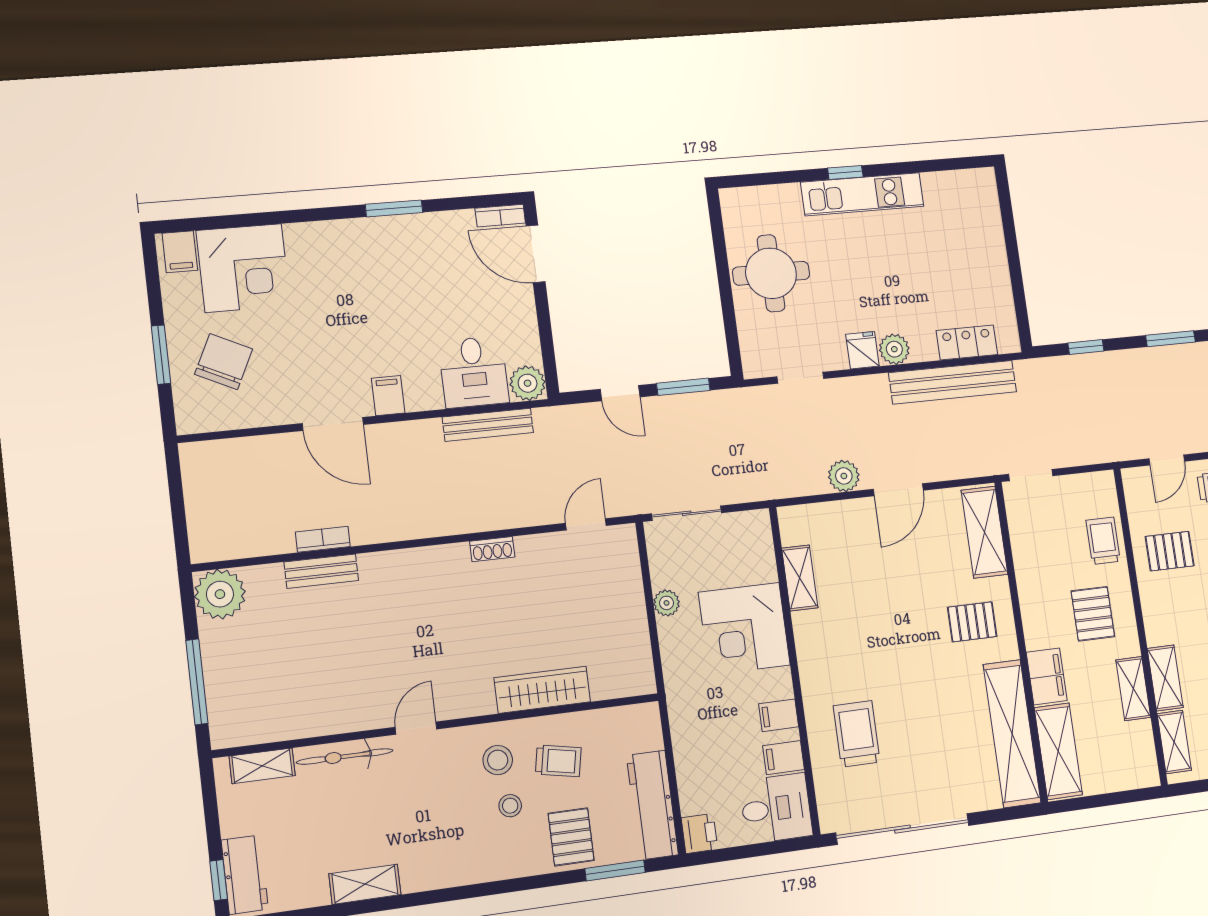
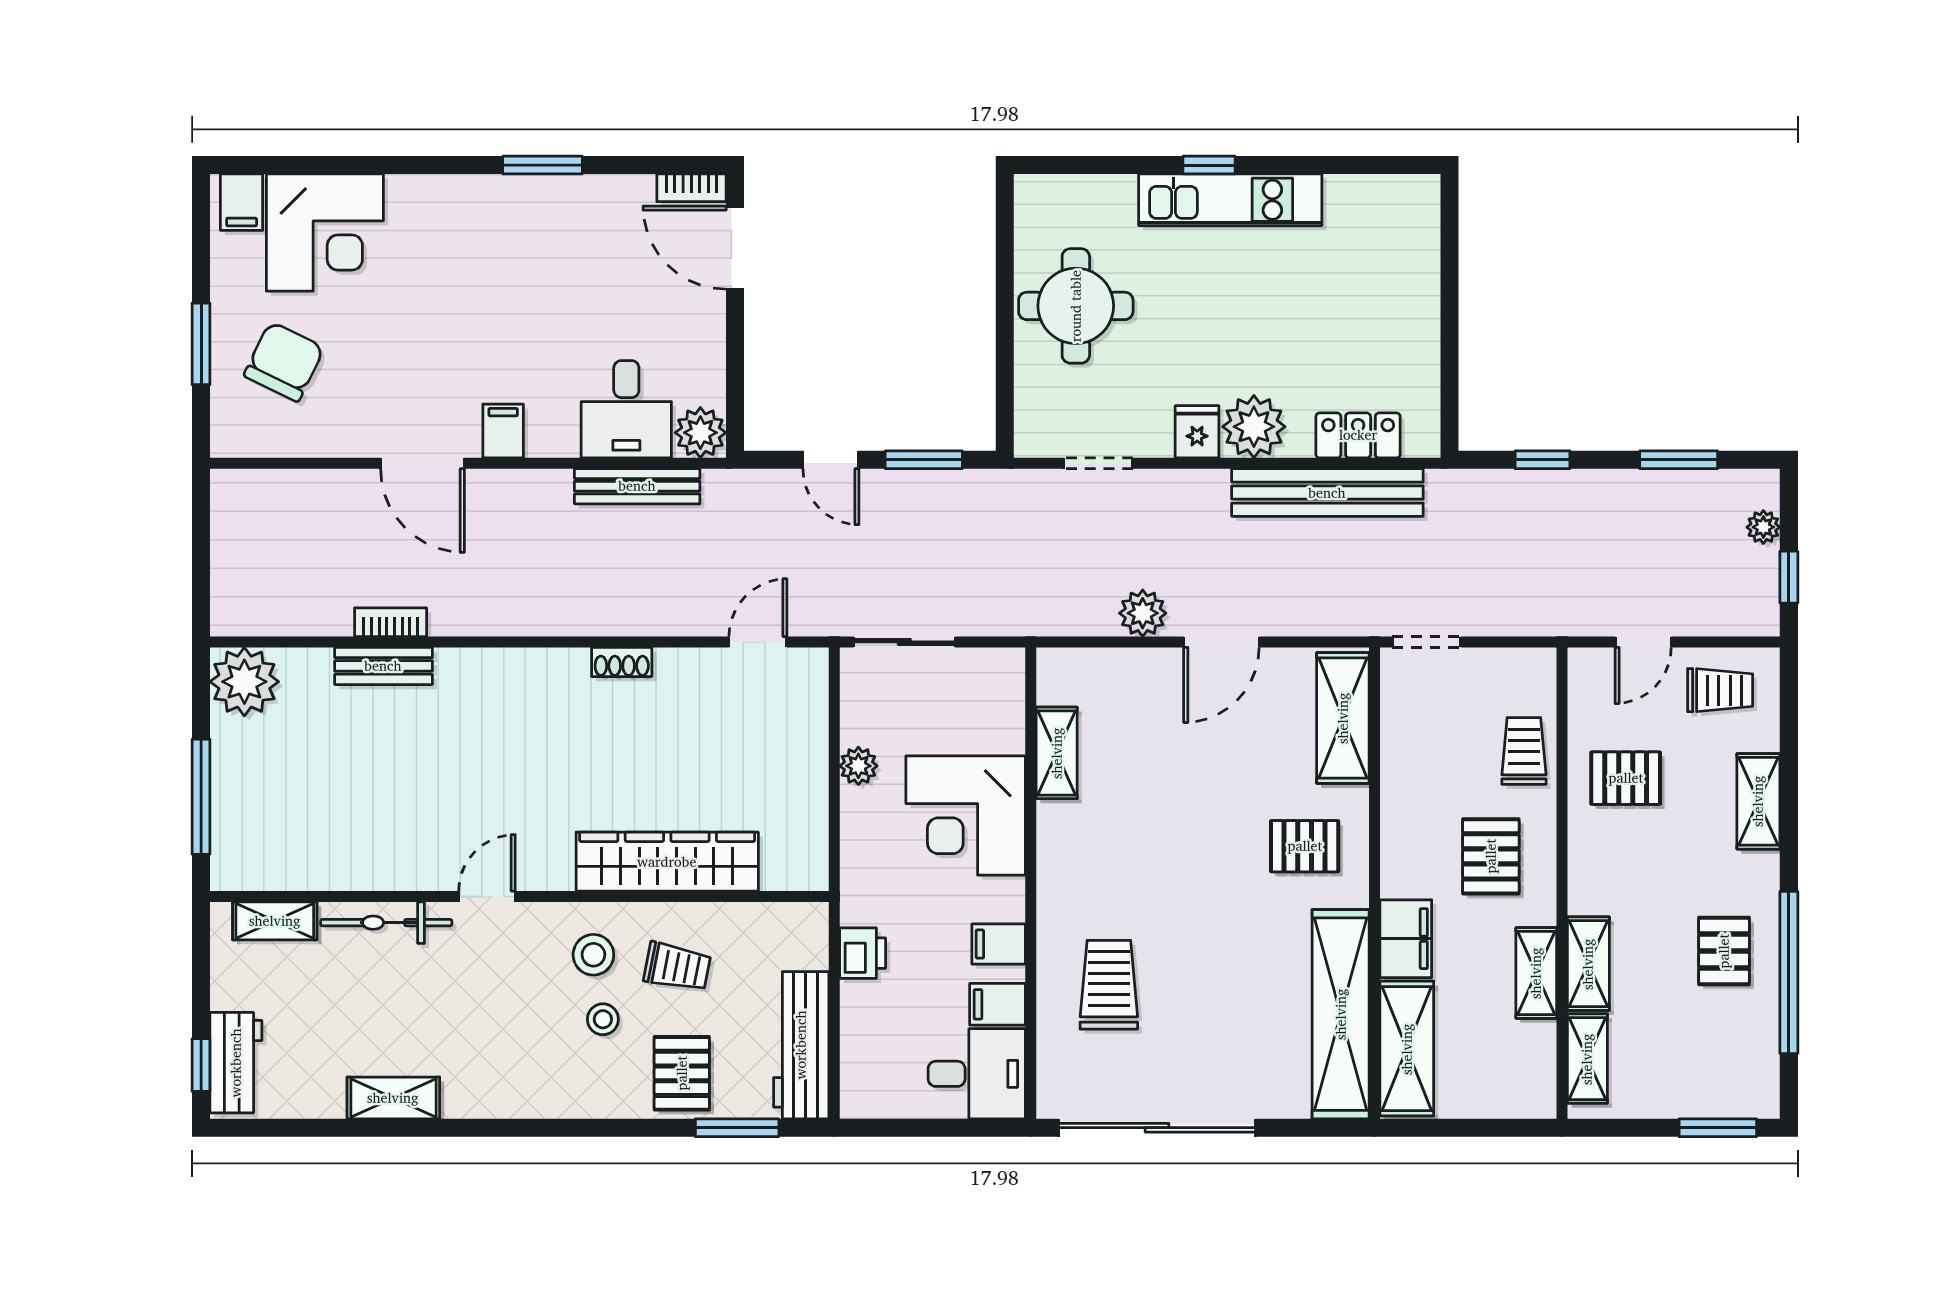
plant: (894, 349) -> (1254, 427), width x1.36, depth x1.36
wardrobe: (542, 690) -> (667, 862), width x1.40, depth x1.17
printer: (699, 833) -> (863, 953), moved

